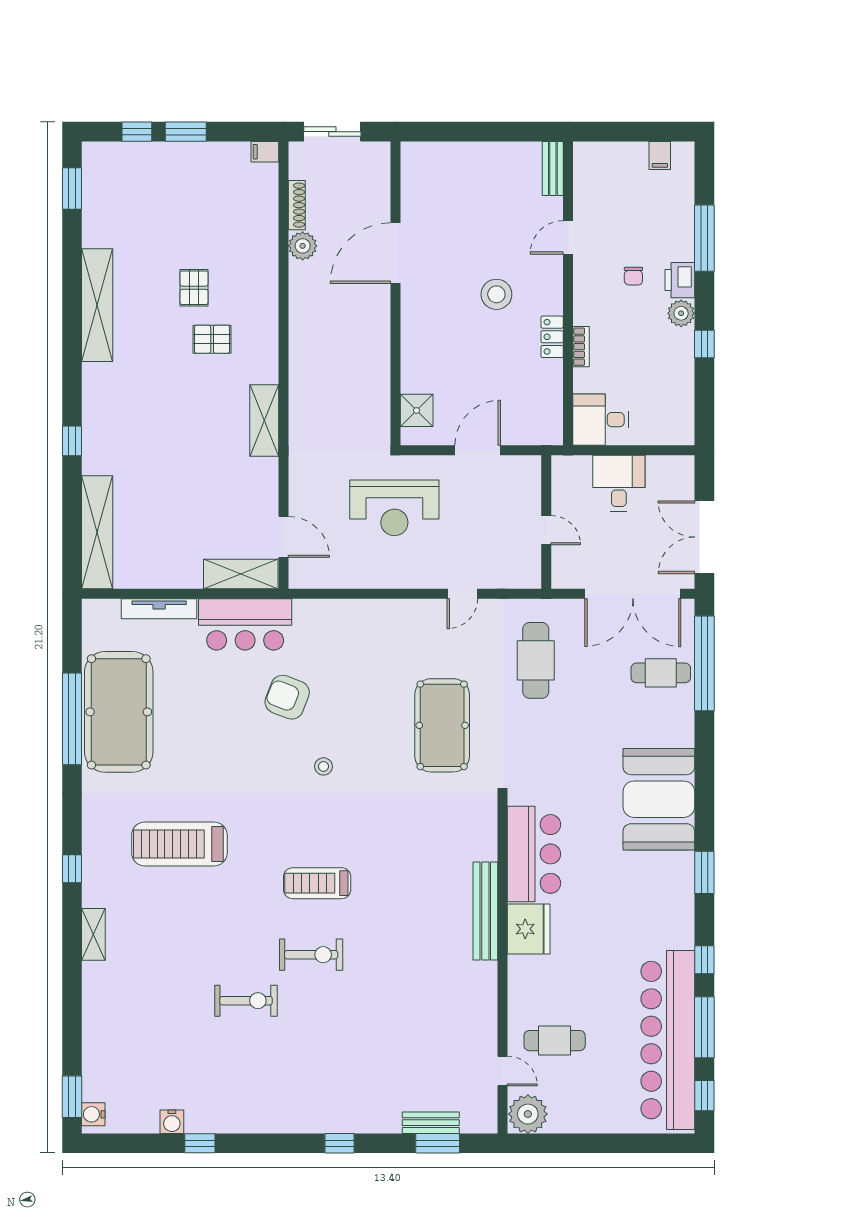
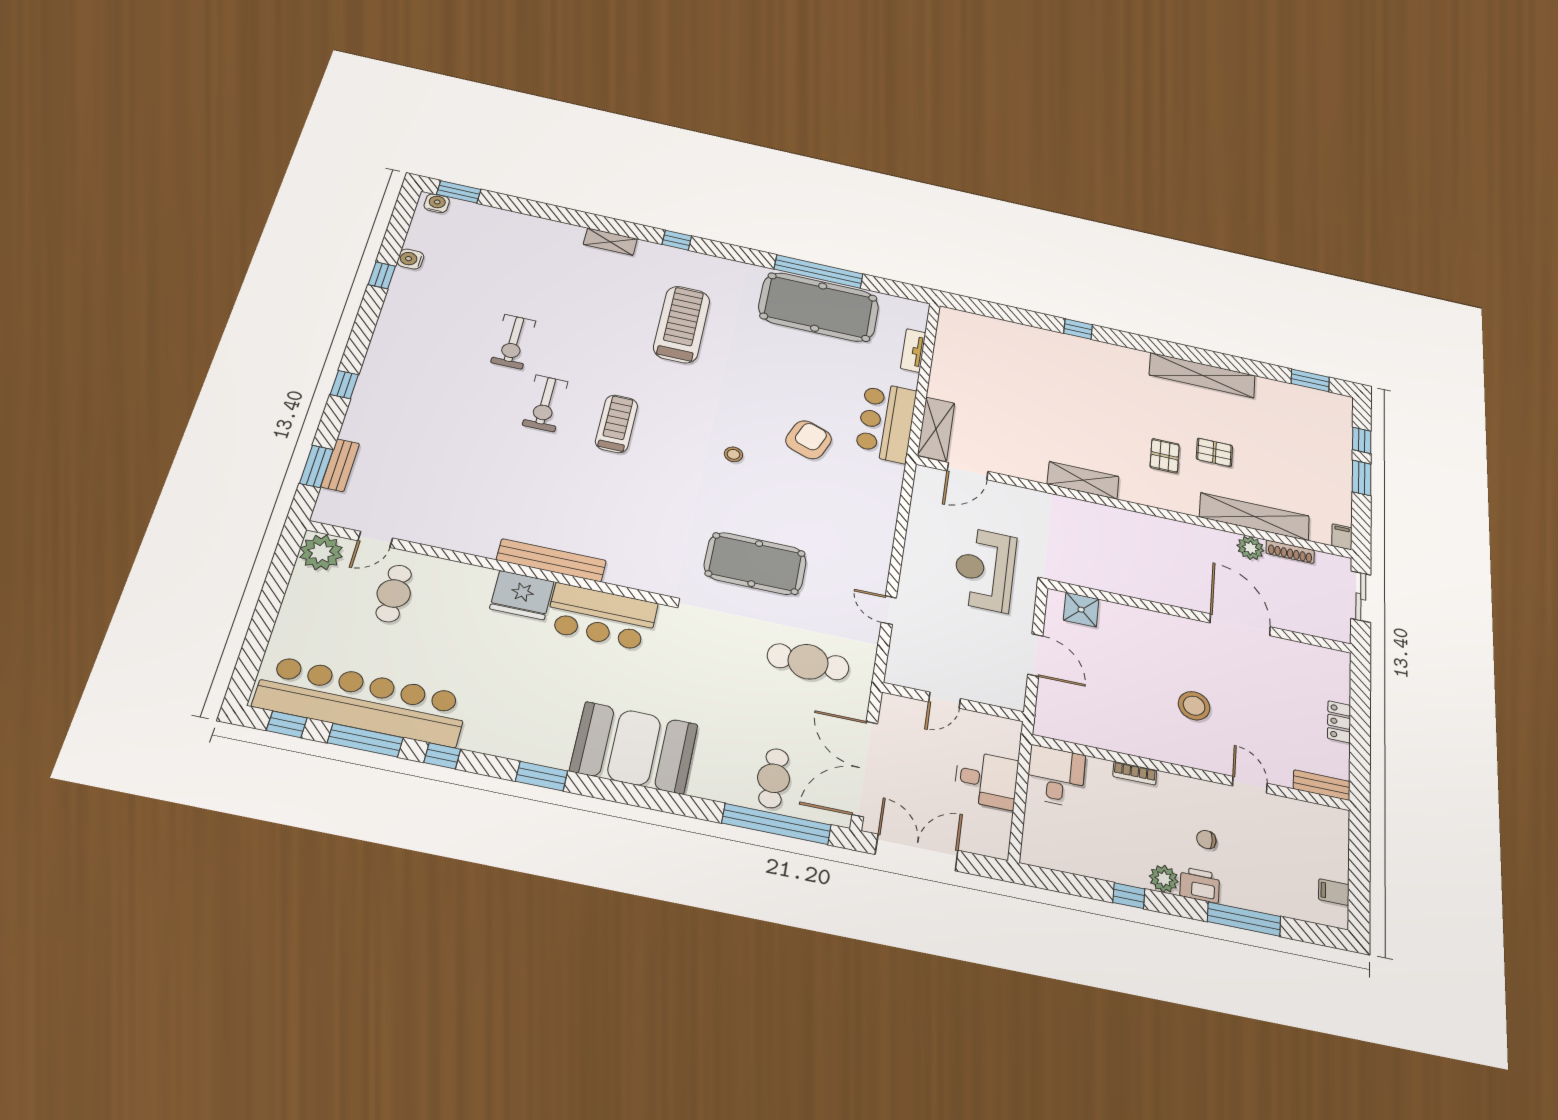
locker: (552, 337) -> (1339, 722), moved, turned -90
shelving: (97, 532) -> (1254, 517), moved
tv unit: (159, 609) -> (913, 351), width x0.71

